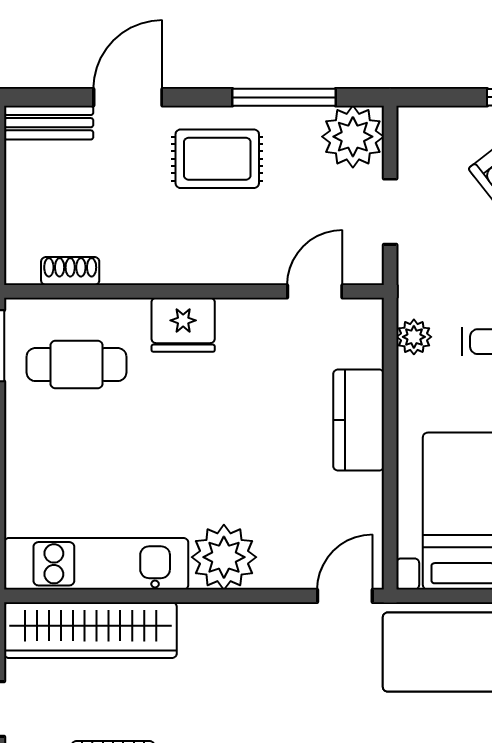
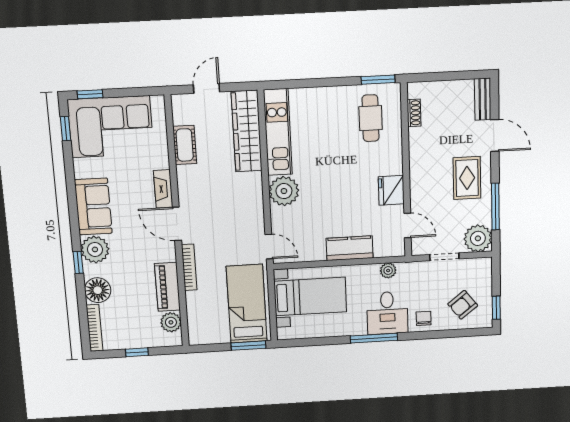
fridge: (183, 325) -> (391, 190), moved

